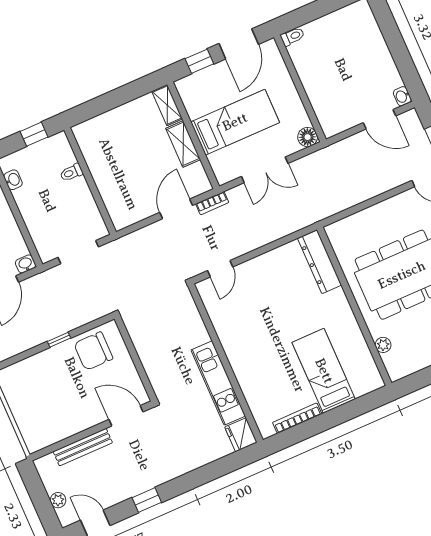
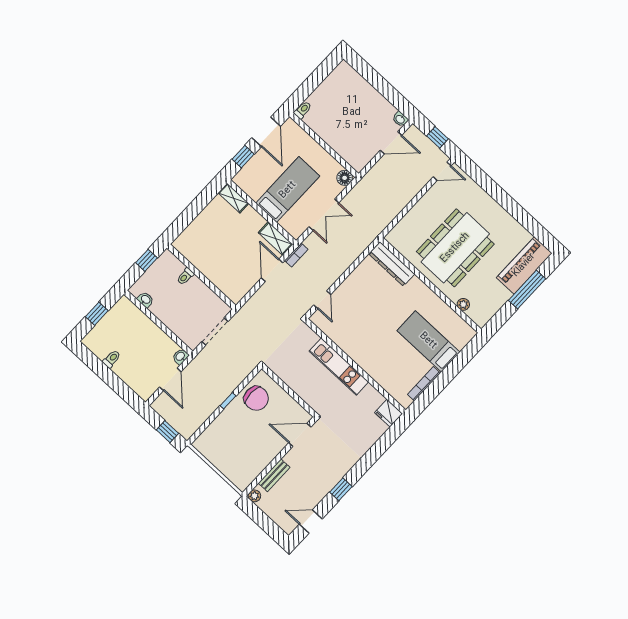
shelving: (183, 144) -> (275, 238), moved
chair: (93, 351) -> (256, 398), turned -90
kitchen unit: (218, 383) -> (339, 367), moved
bench: (83, 447) -> (274, 475), width x0.73
plant: (58, 500) -> (254, 496), moved

